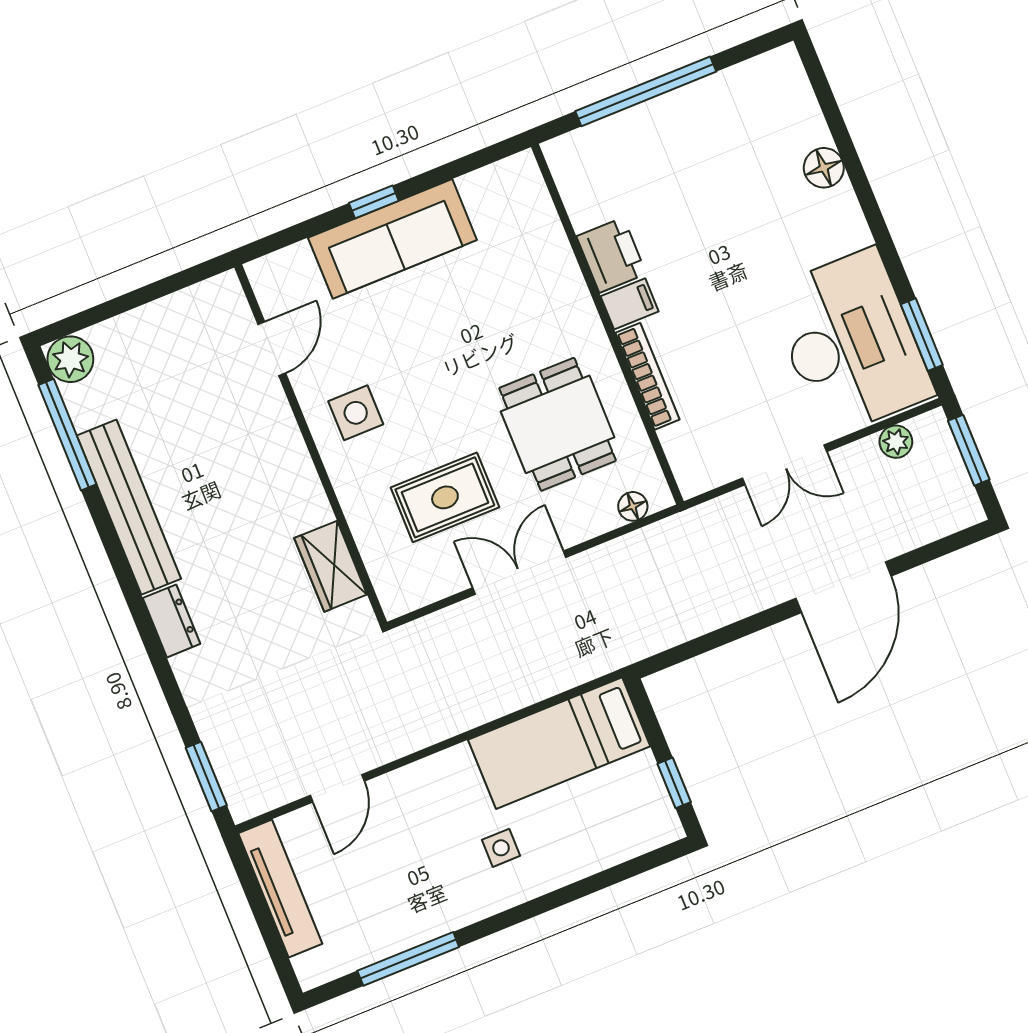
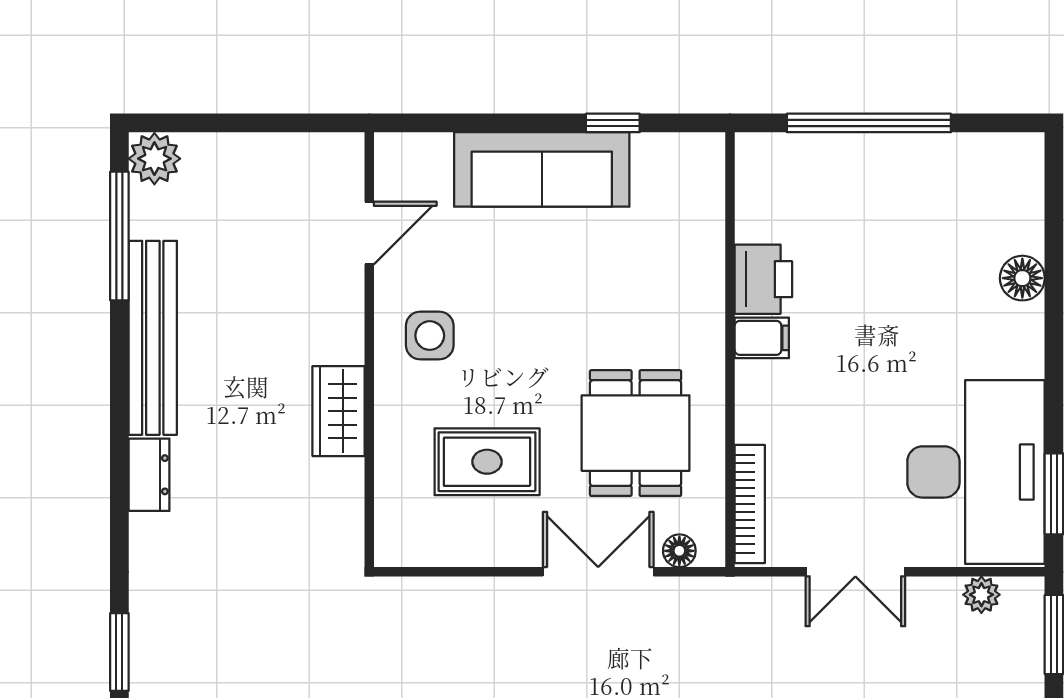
window: (374, 202) -> (613, 123), moved
bookcase: (647, 376) -> (750, 504), moved
wardrobe: (331, 566) -> (338, 411), moved
double door: (519, 573) -> (598, 572), moved

